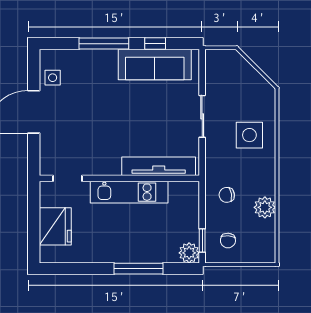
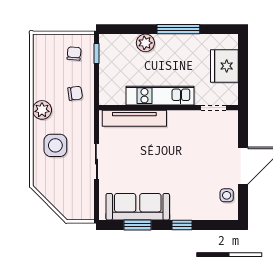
window: (104, 44) -> (182, 225), width x0.46
window: (155, 44) -> (137, 225), width x1.50
plant: (265, 207) -> (42, 110), moved
plant: (189, 253) -> (145, 43), moved
window: (139, 269) -> (178, 29), moved

